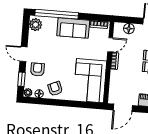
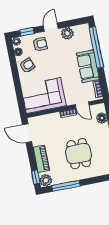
plant: (36, 25) -> (67, 33), moved

